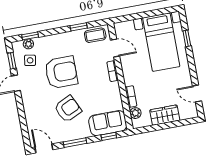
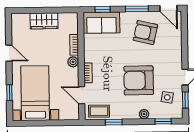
plant: (28, 44) -> (144, 114), moved
door: (197, 93) -> (9, 53), moved
armchair: (68, 109) -> (145, 32), moved, turned 38
plant: (135, 113) -> (73, 62), moved

